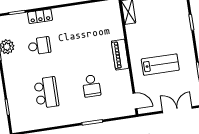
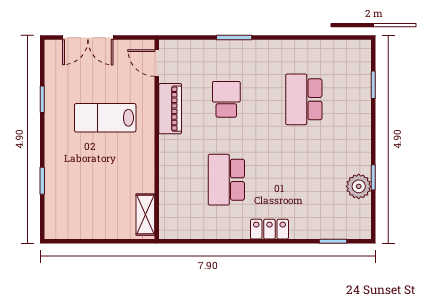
locker: (40, 16) -> (269, 229), moved
school desk: (39, 46) -> (226, 180), moved, width x1.85
piano: (120, 55) -> (170, 109), moved

